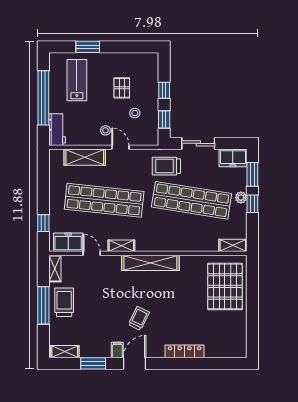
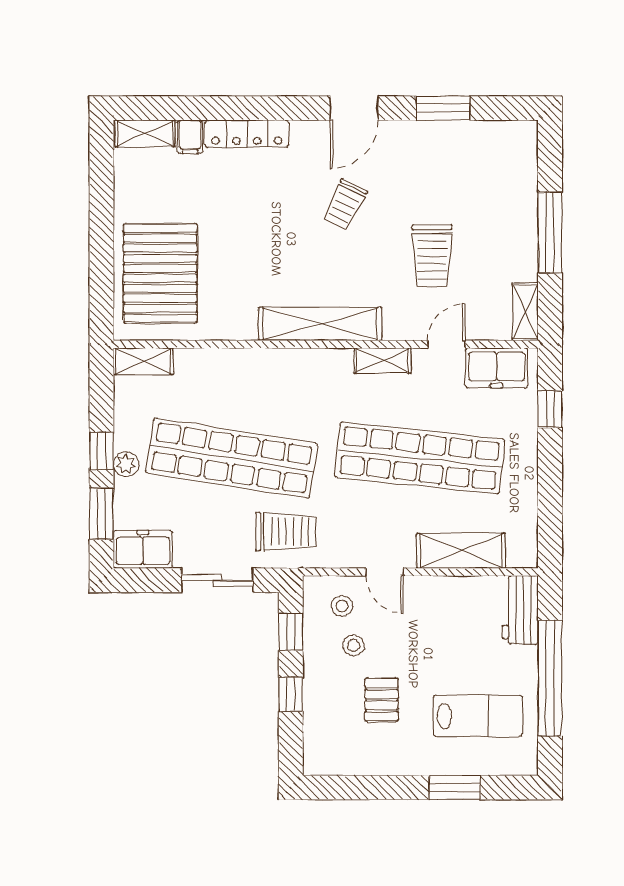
lab bench: (77, 80) -> (478, 716), turned -90
stool: (105, 130) -> (342, 606), moved
door: (92, 253) -> (446, 344), swing flipped
trolley: (64, 302) -> (432, 255), moved
filing cabinet: (117, 350) -> (190, 137), moved
shelving: (65, 352) -> (145, 133), moved

